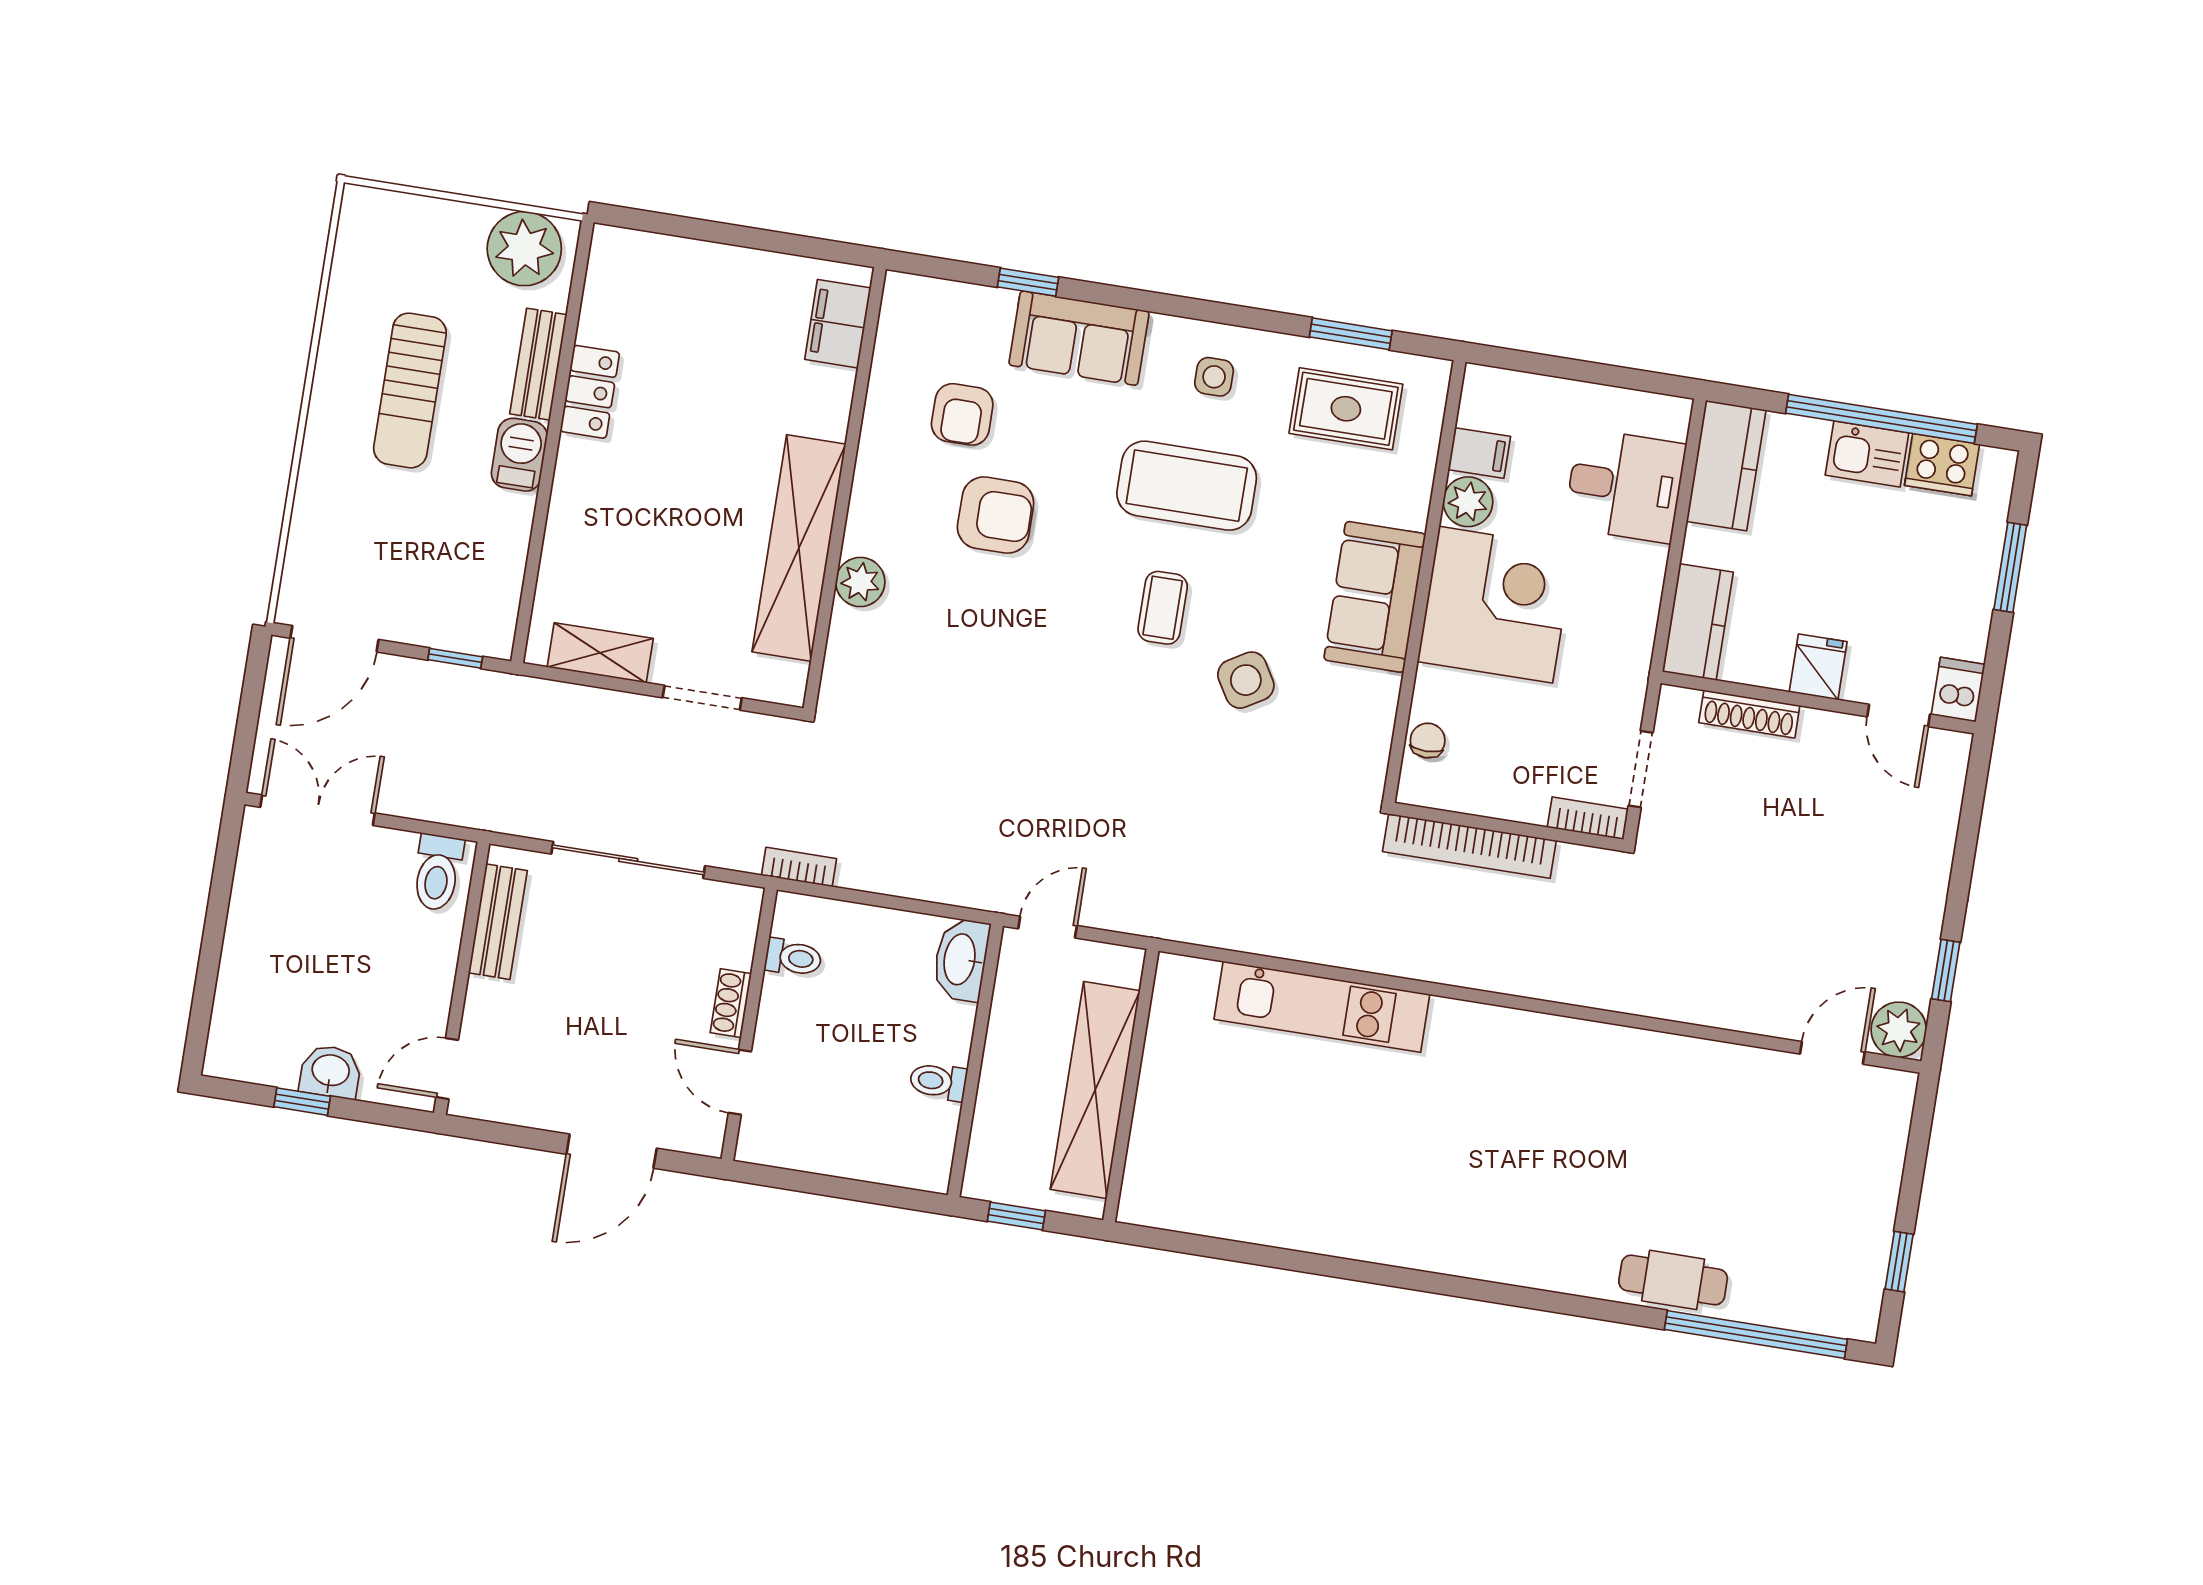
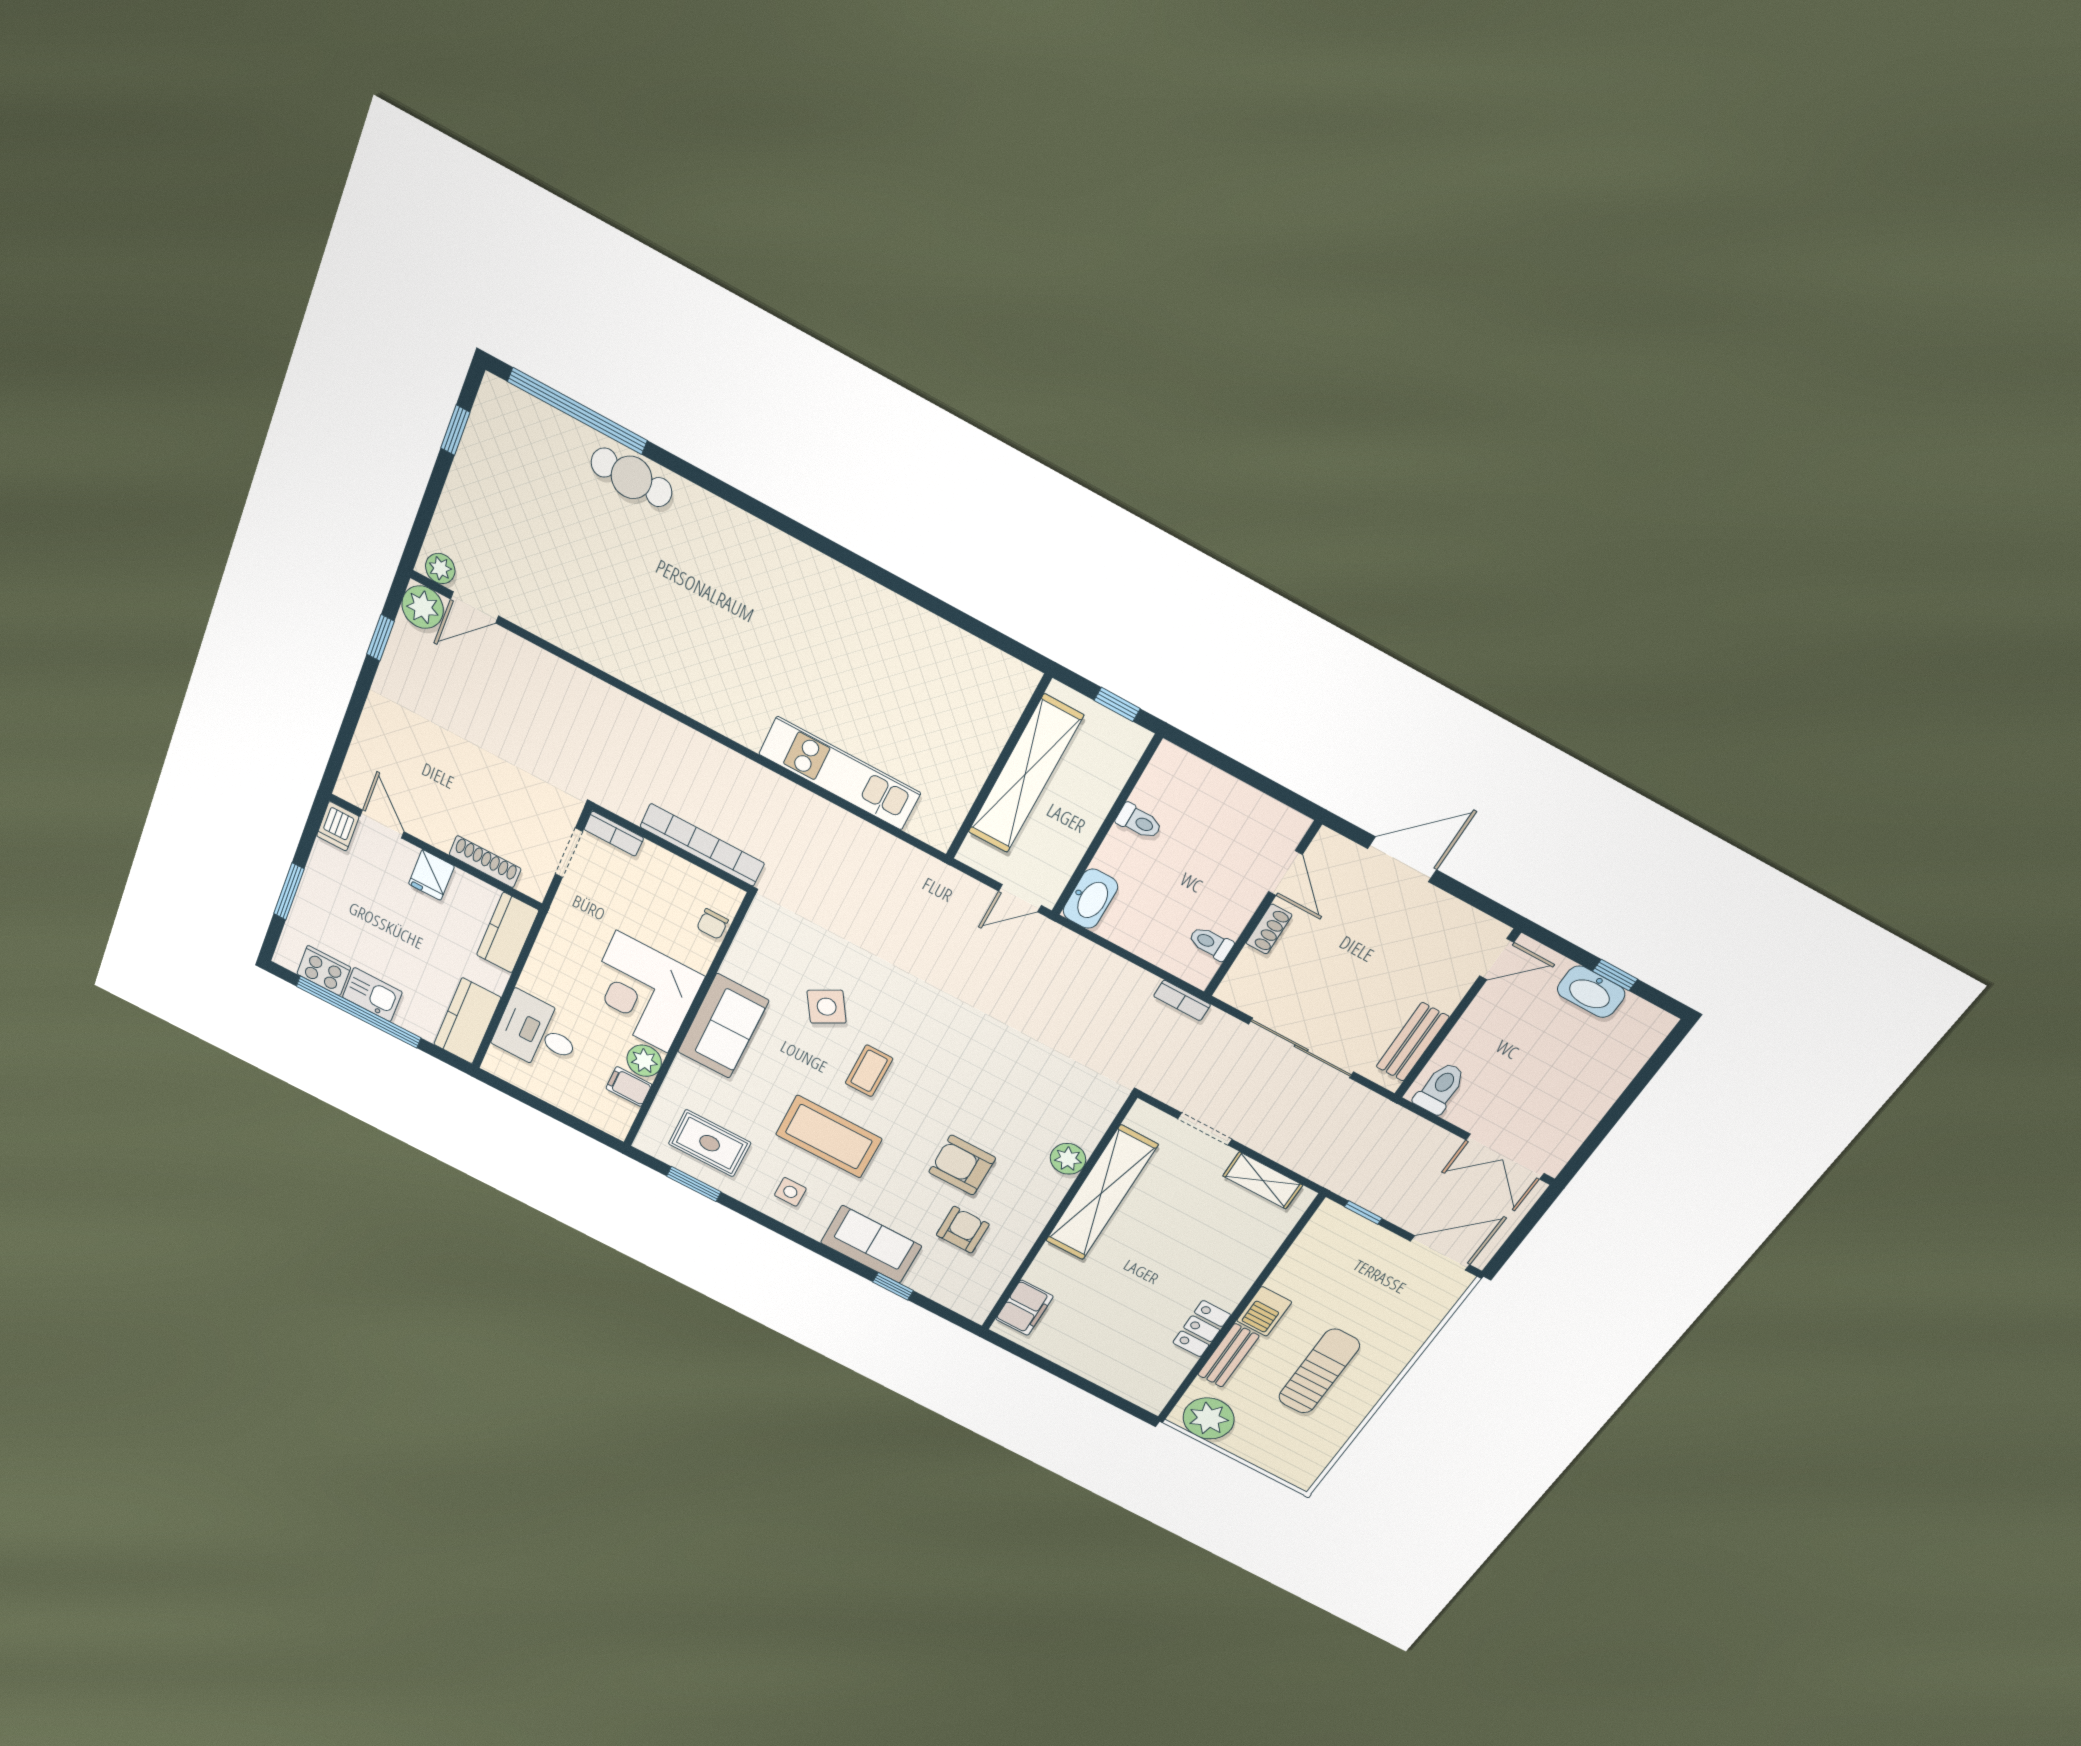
washbasin: (330, 1072) -> (1591, 992), width x1.38
plant: (1886, 1087) -> (440, 569), added

